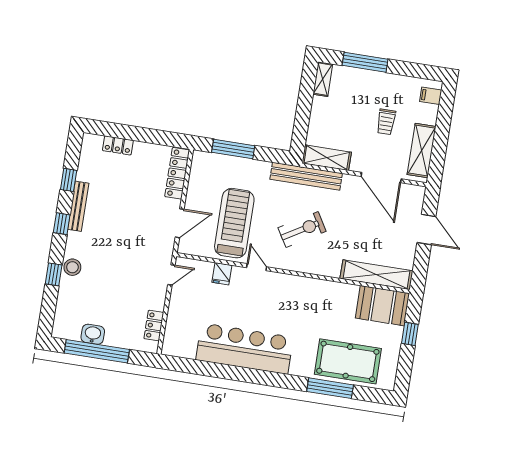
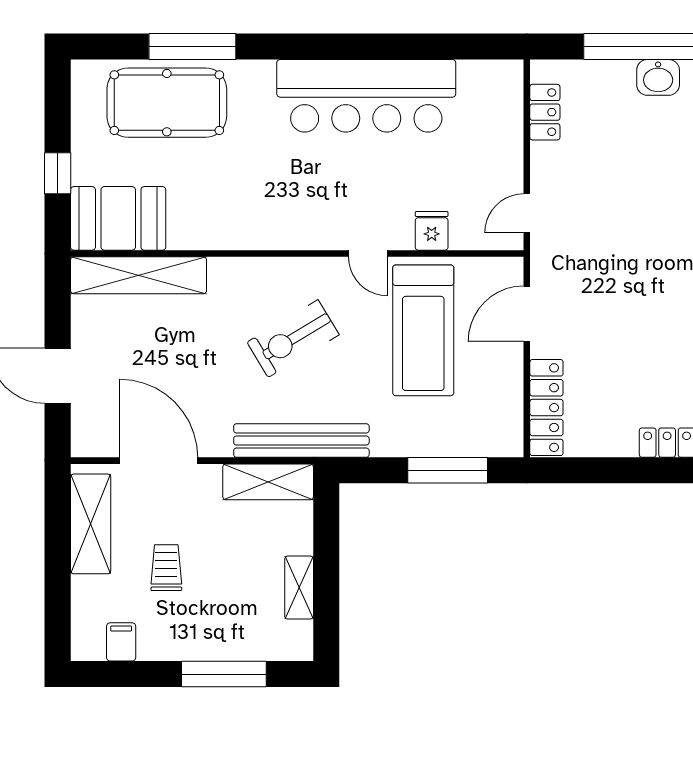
shelving: (323, 79) -> (299, 588), moved
filing cabinet: (431, 96) -> (121, 642), moved, turned -90

